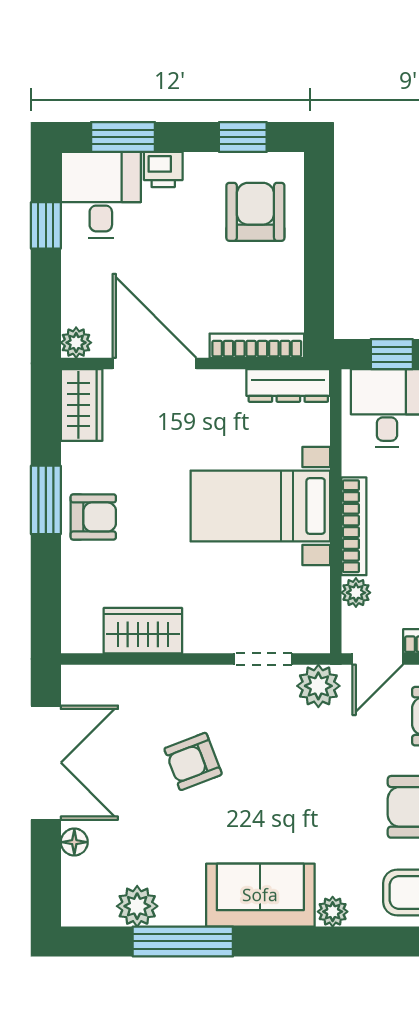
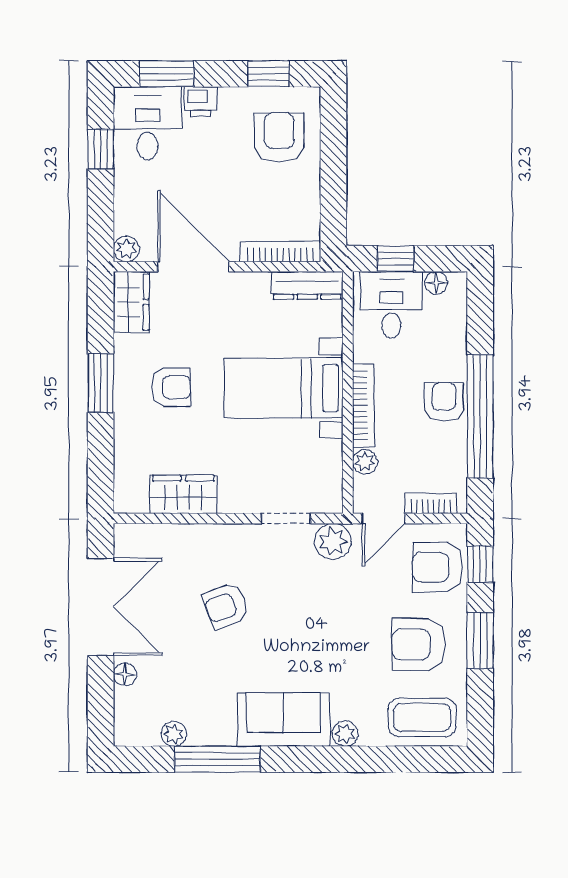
armchair: (93, 517) -> (171, 387), moved
plant: (137, 906) -> (174, 734), width x0.73, depth x0.73

